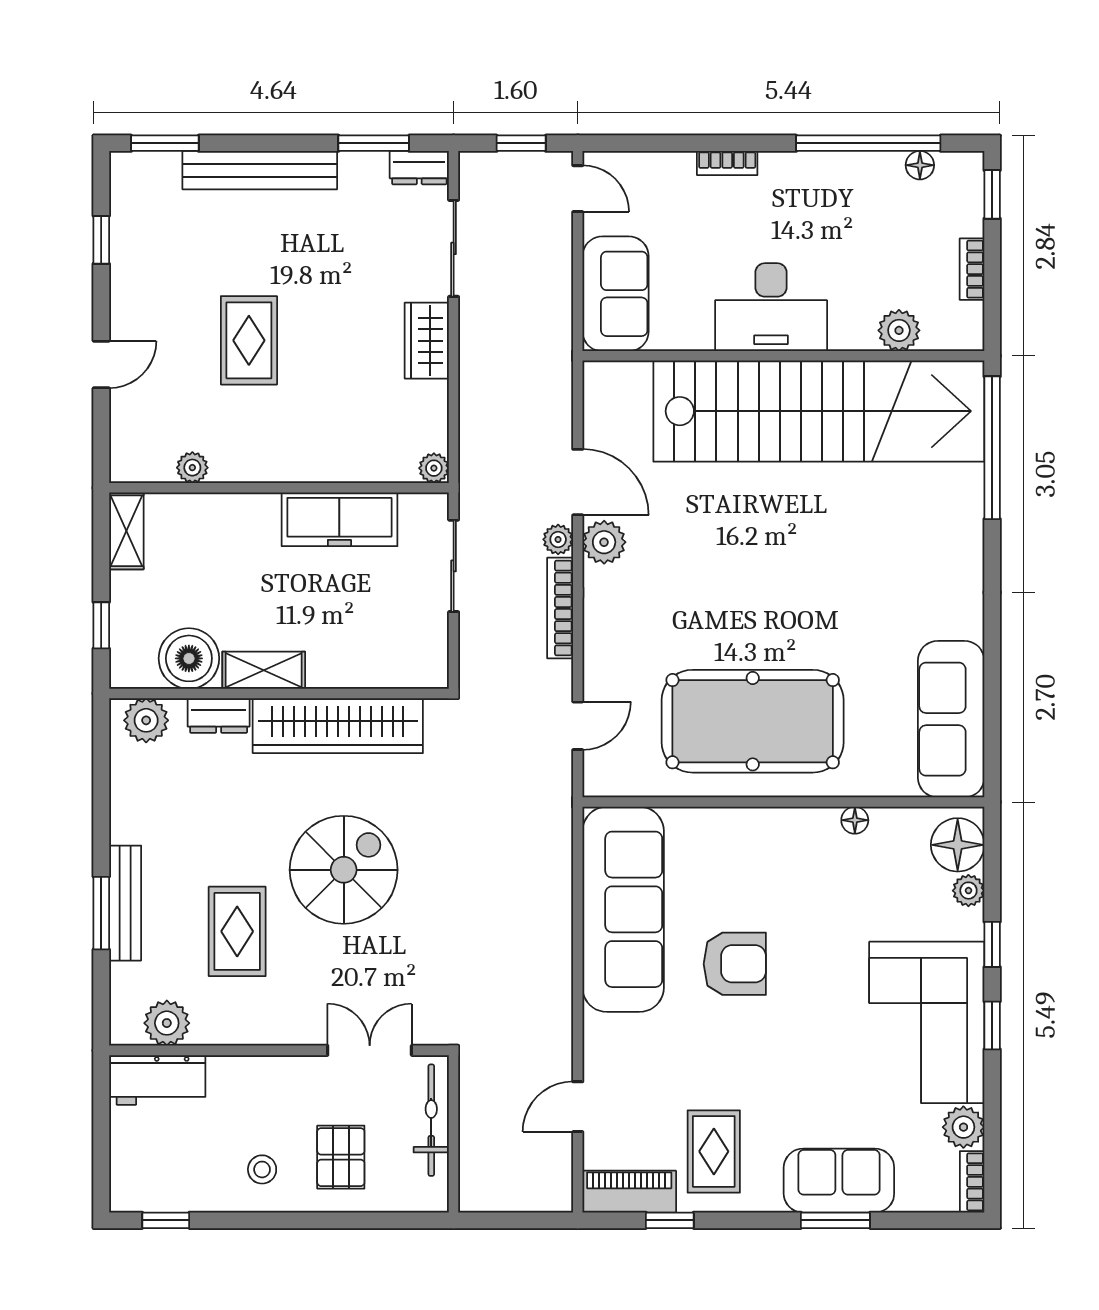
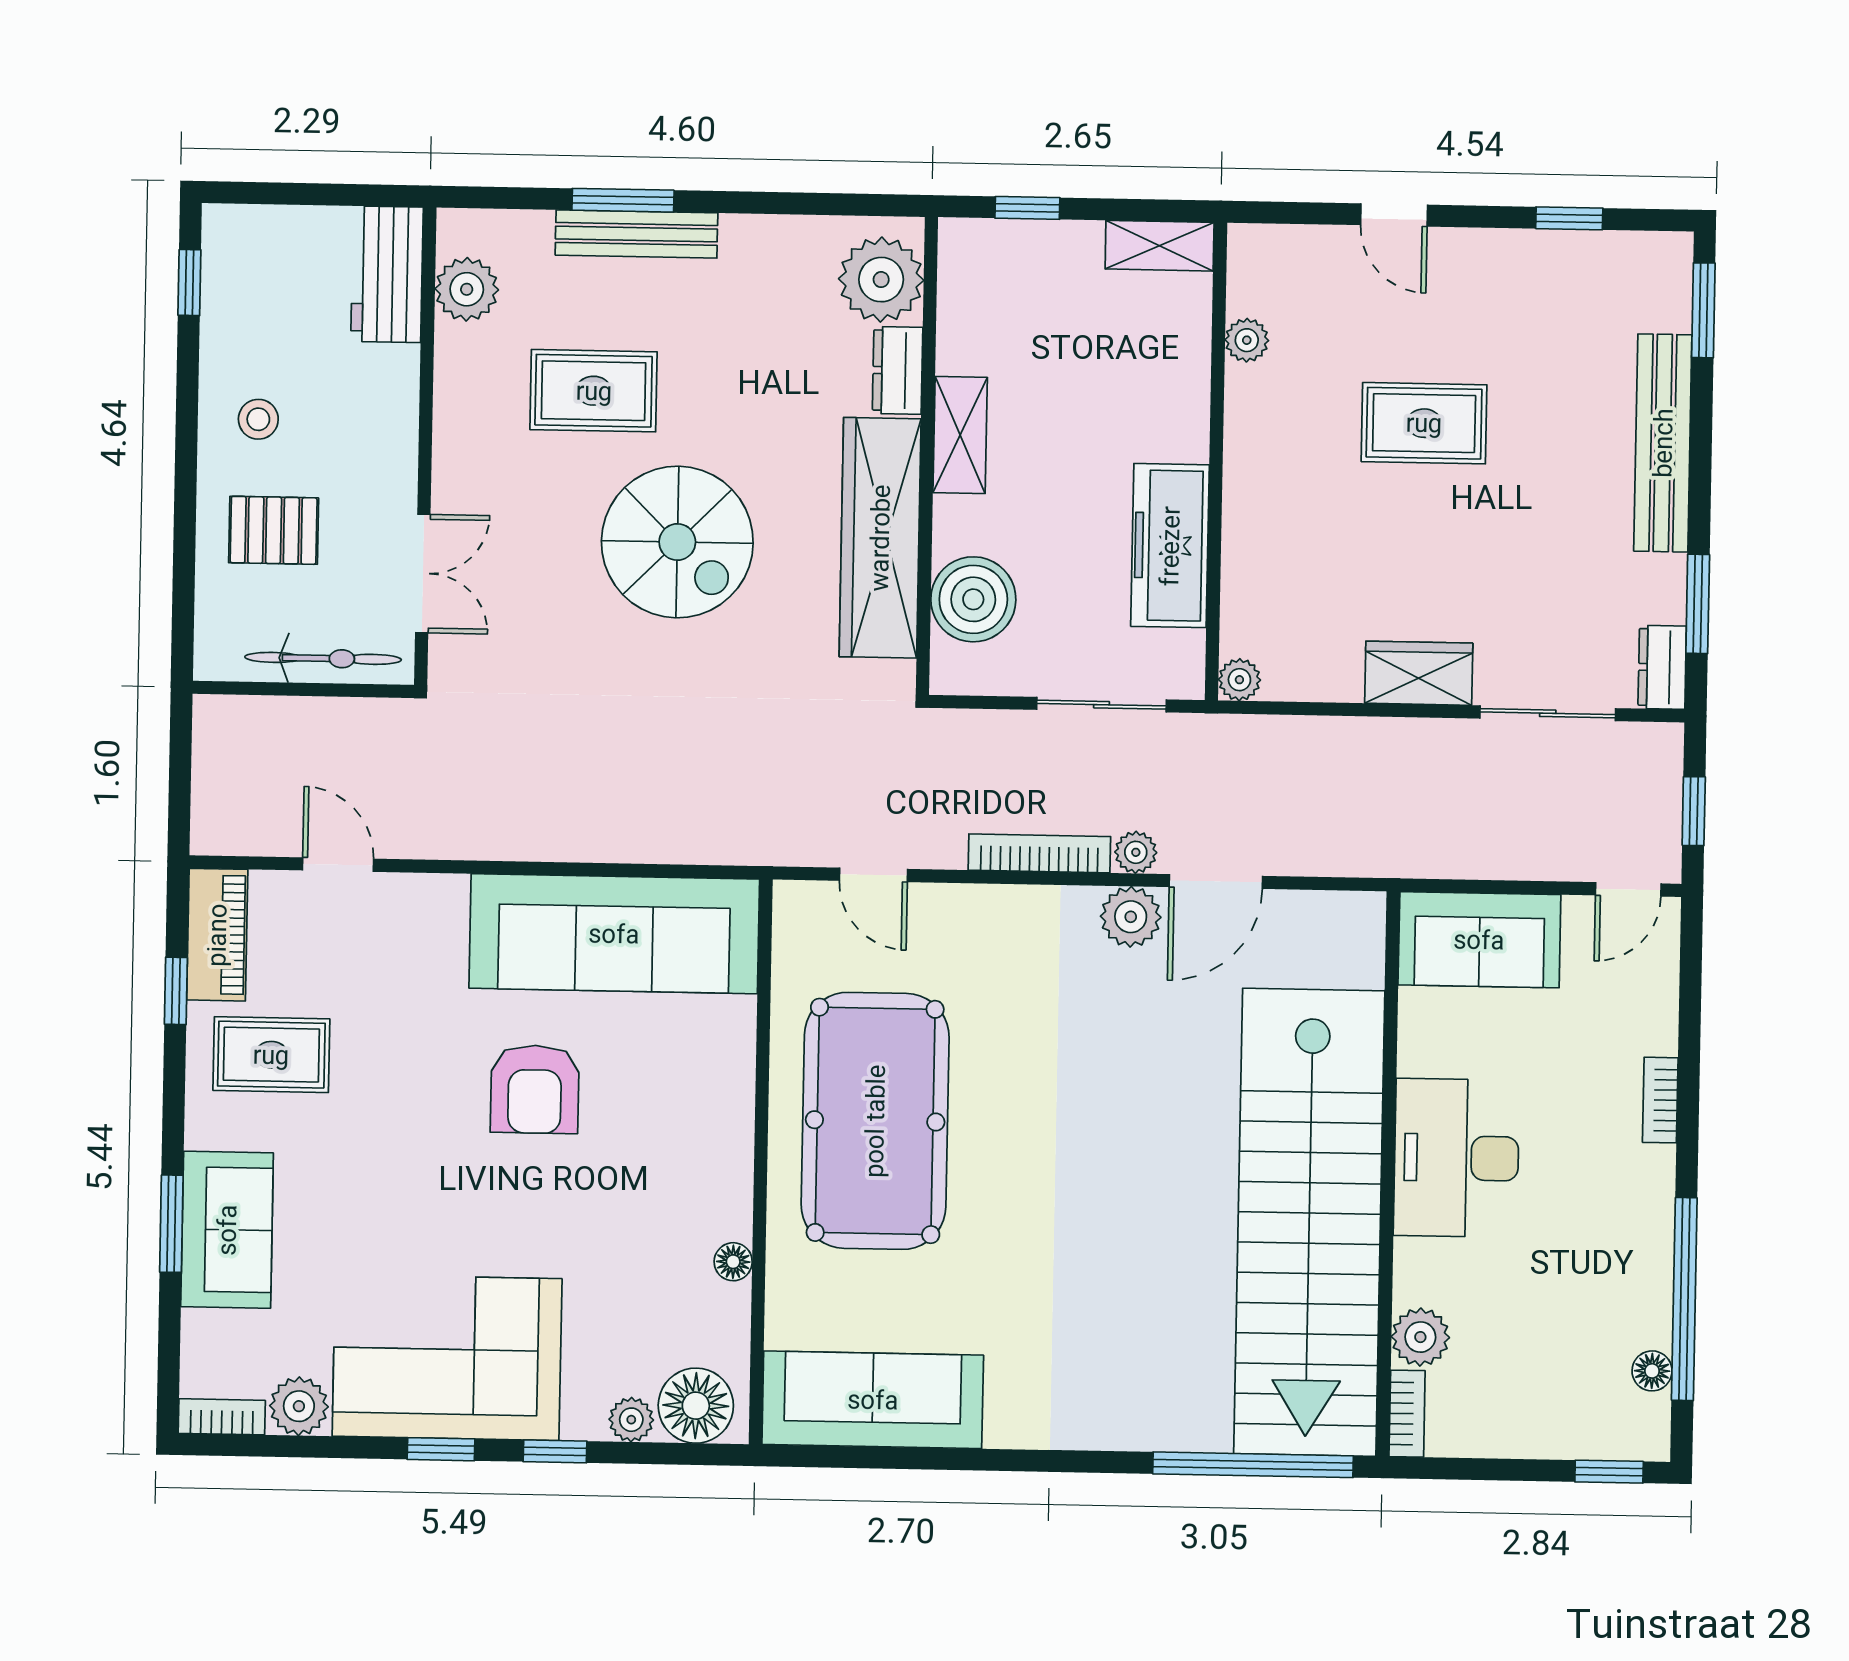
bookcase: (972, 269) -> (1407, 1414), moved, turned 90
boiler: (189, 658) -> (973, 599), moved
plant: (146, 720) -> (881, 280), width x1.36, depth x1.36

